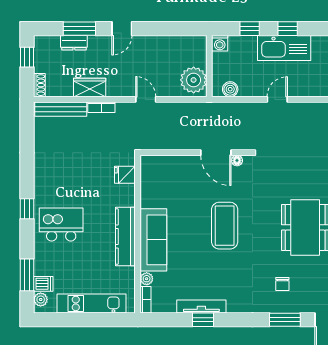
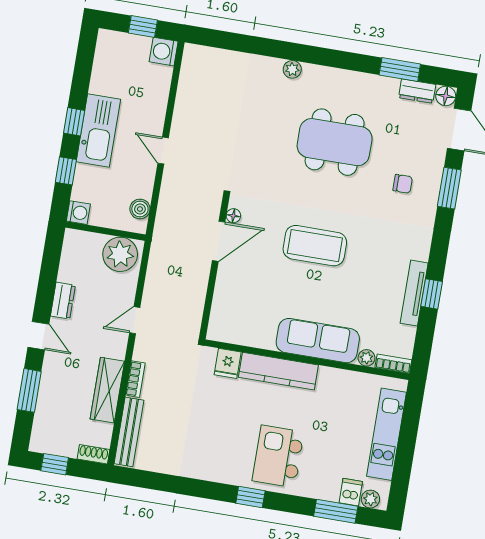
dresser: (74, 43) -> (63, 301), moved
wardrobe: (90, 88) -> (107, 390), width x1.50
kitchen counter: (125, 237) -> (278, 371), moved

